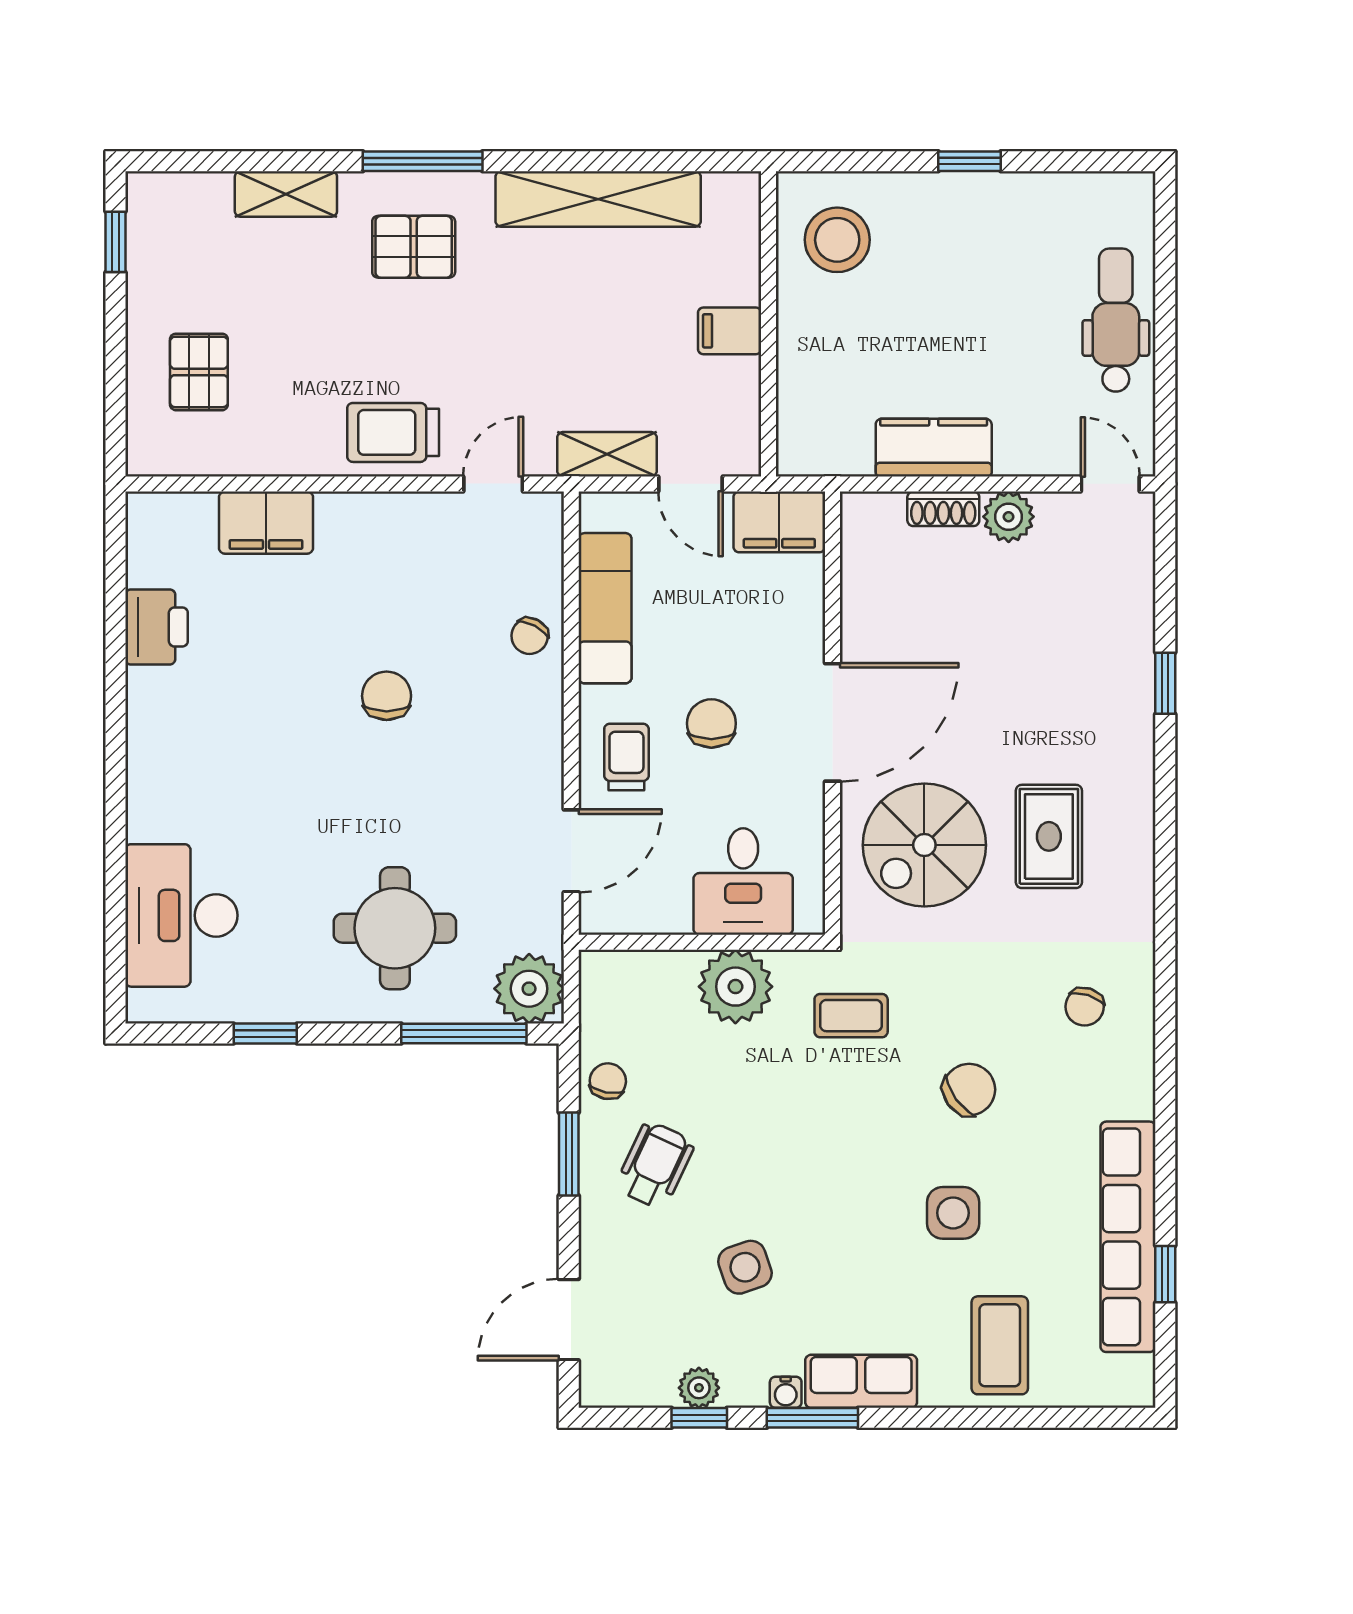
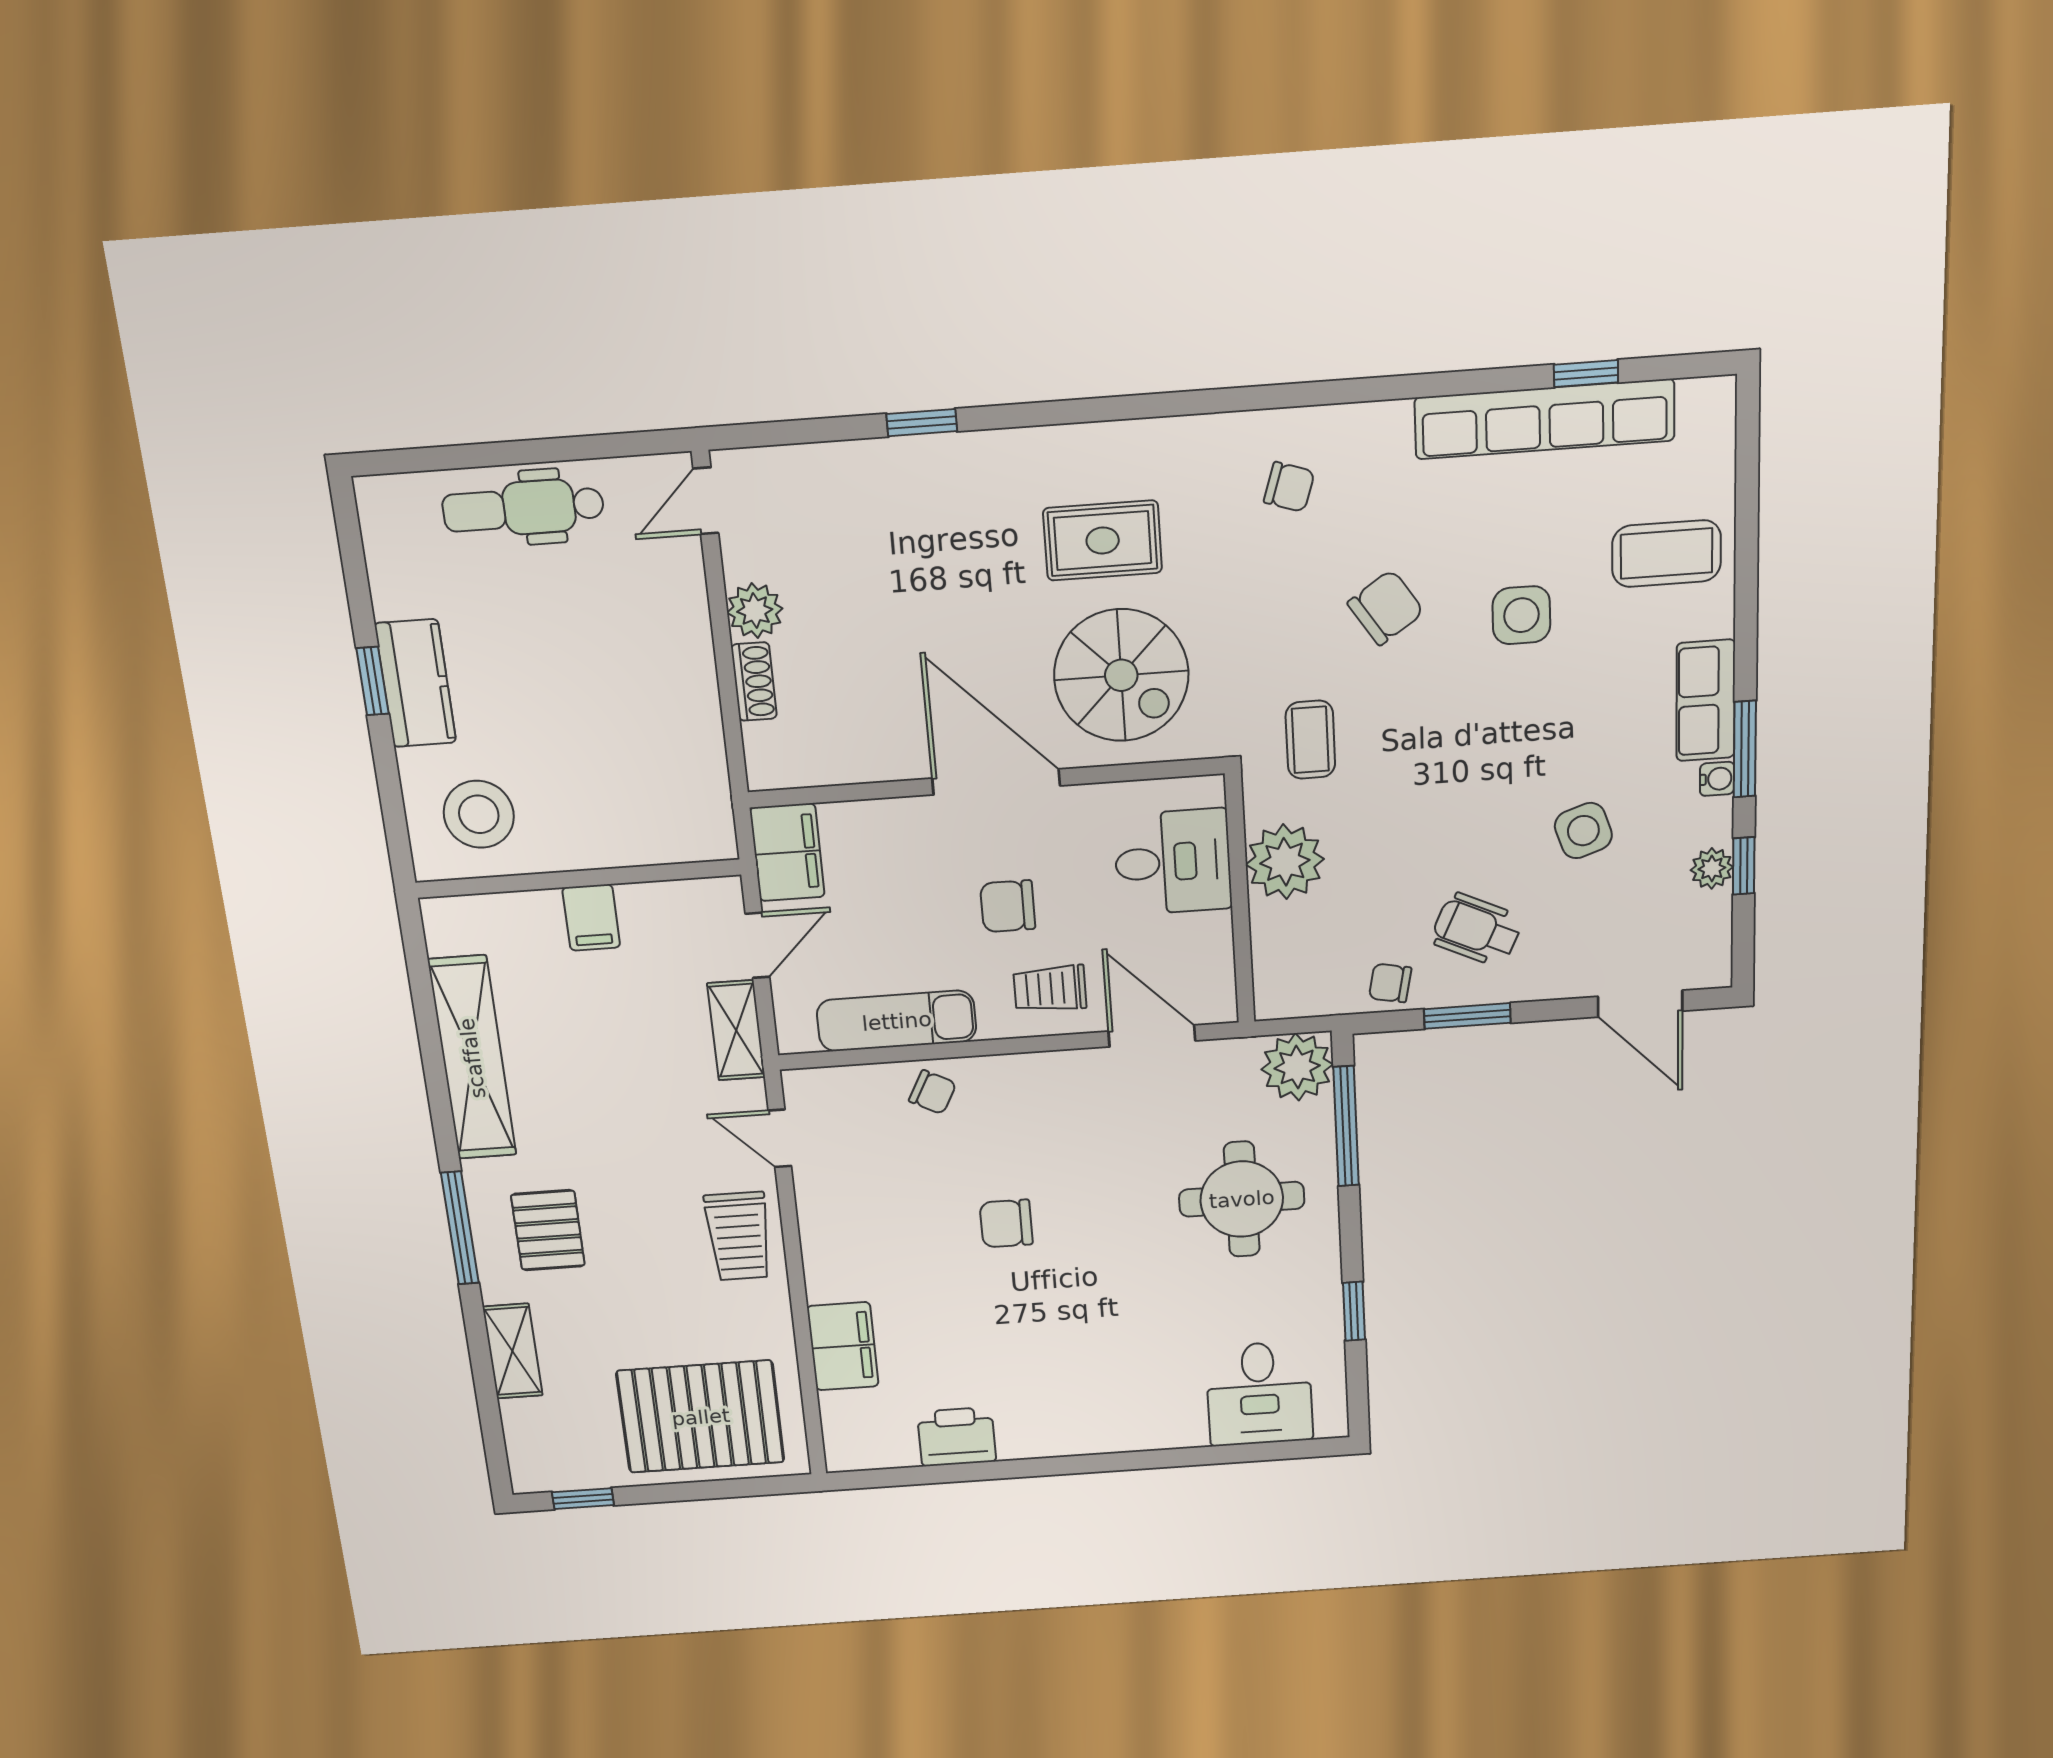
pallet: (199, 372) -> (701, 1417), width x2.05, depth x2.00
kitchen counter: (934, 448) -> (415, 683), moved, turned 180
desk: (181, 915) -> (1259, 1394), width x0.73
chair: (969, 1090) -> (1386, 608), turned 92

